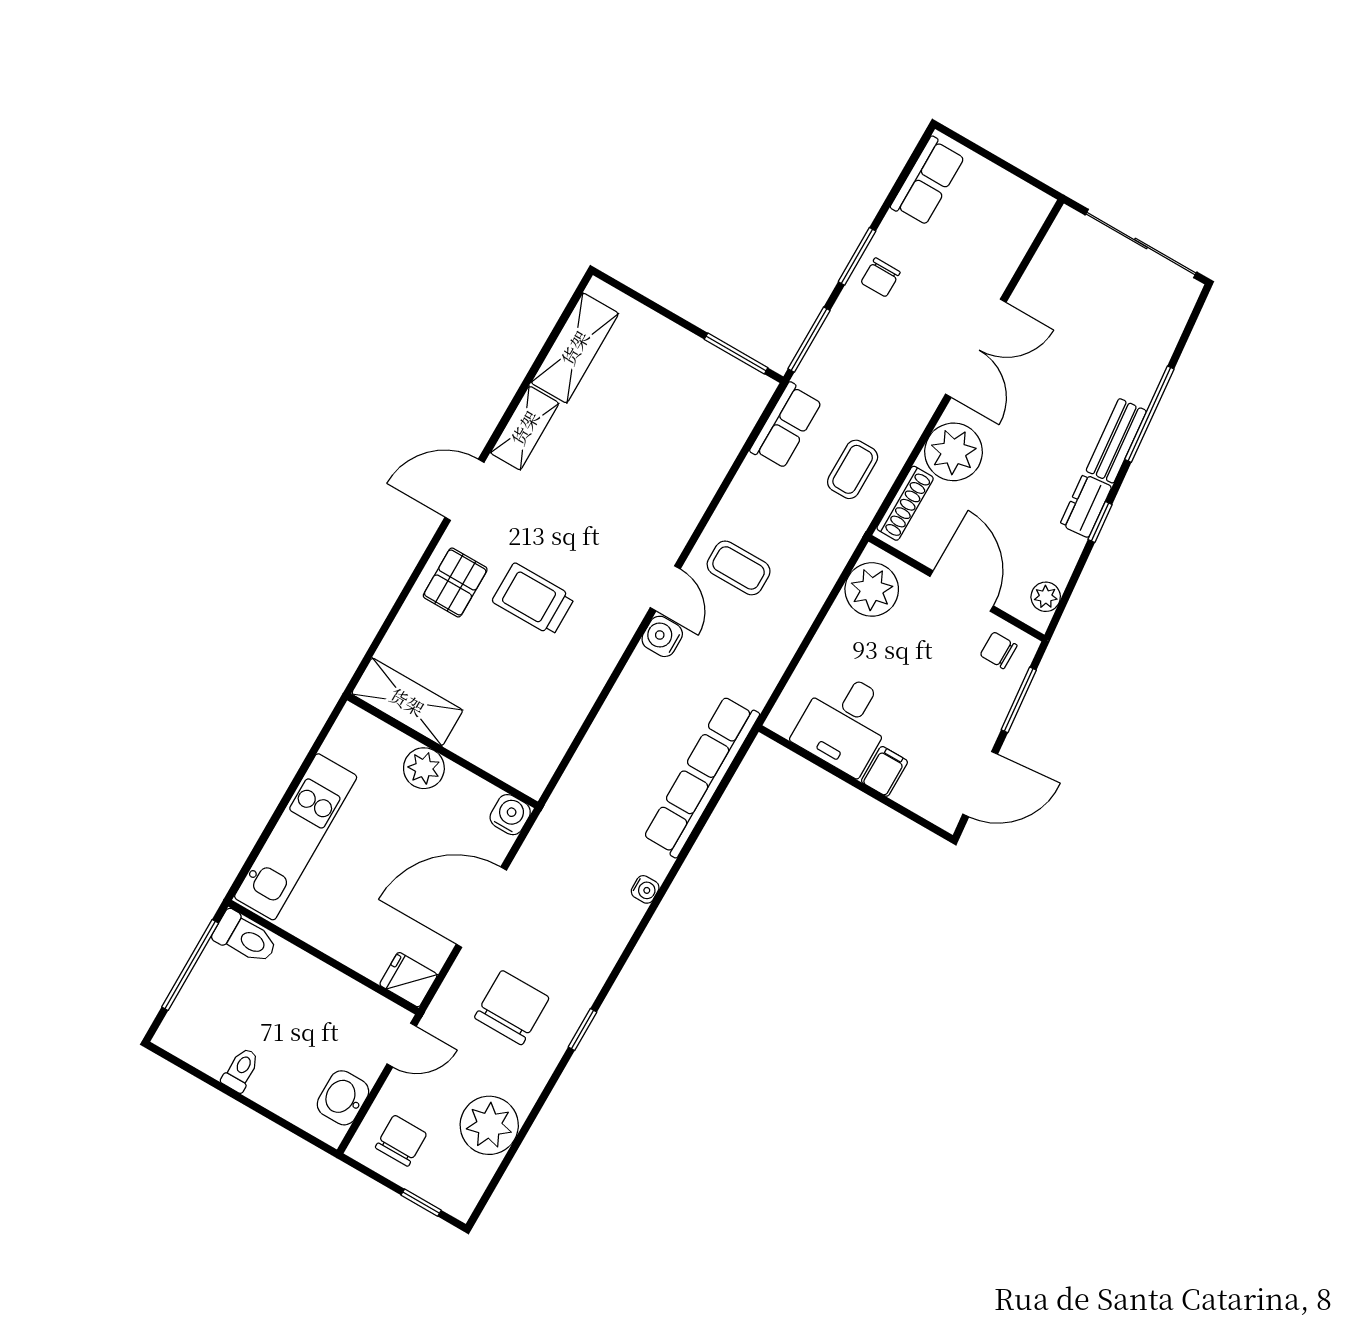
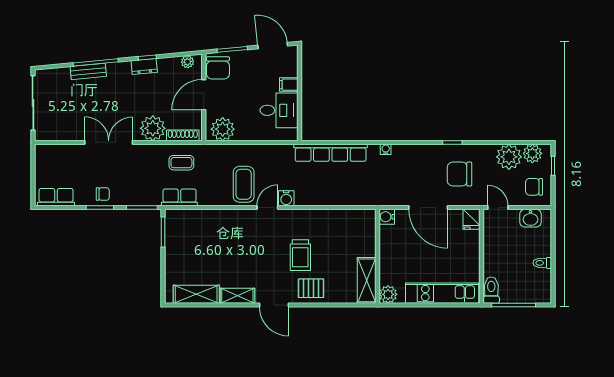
bench: (1116, 441) -> (88, 71), moved
coffee table: (739, 568) -> (244, 184), width x1.36, depth x1.30
chair: (999, 650) -> (218, 68), width x1.87, depth x1.87
plant: (424, 768) -> (388, 294), moved
plant: (469, 1176) -> (532, 153), added

